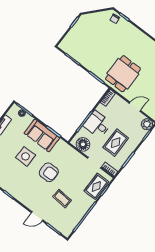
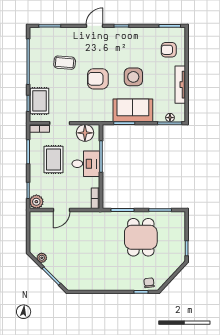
dining table: (123, 74) -> (141, 237), moved
door: (37, 216) -> (94, 26), moved

